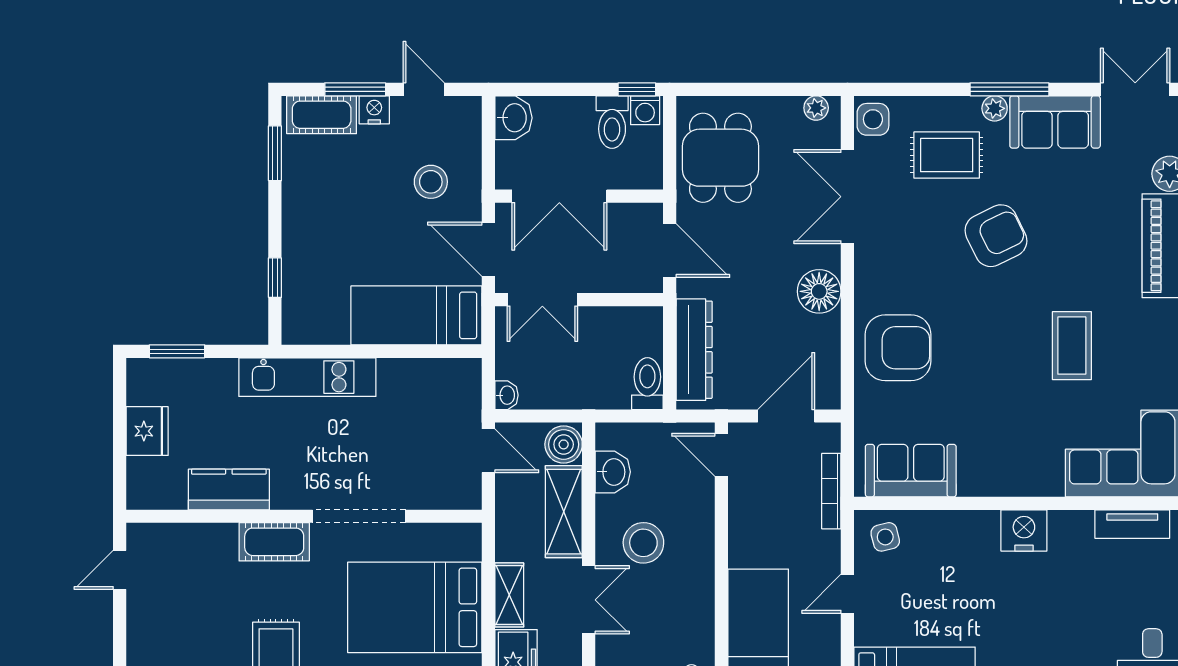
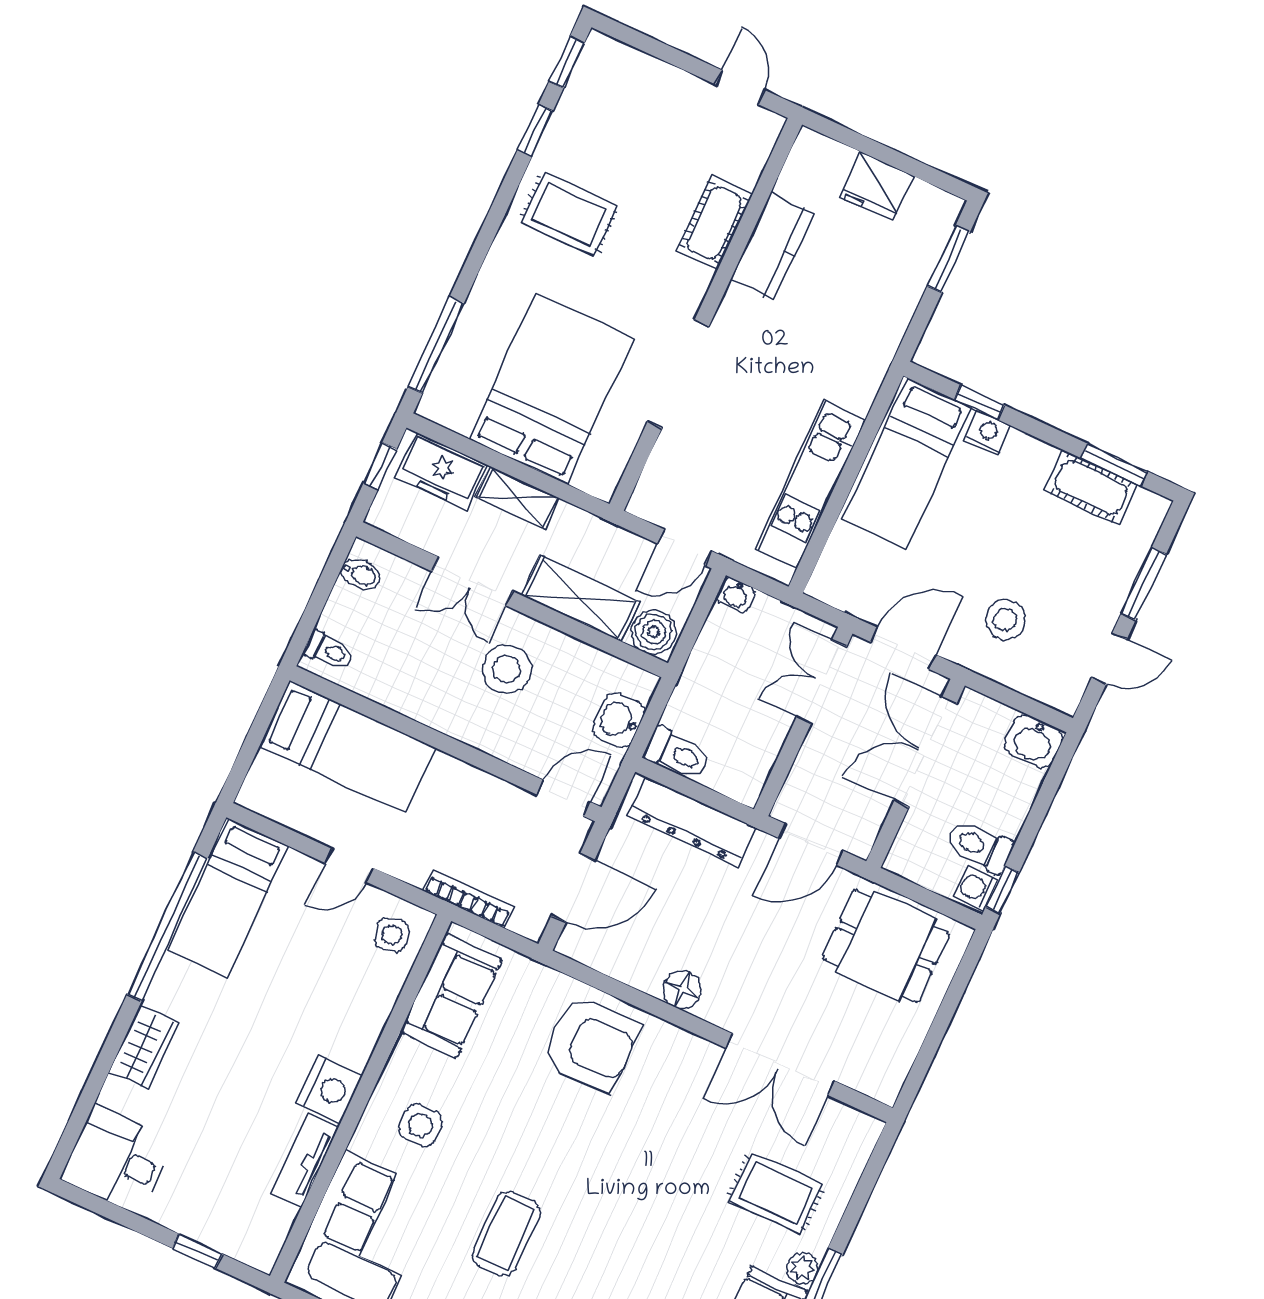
plant: (816, 108) -> (892, 1075), removed
nightstand: (374, 110) -> (988, 433), moved, turned -90
cot: (322, 115) -> (1091, 487), moved, turned 90
side table: (873, 119) -> (421, 1125), moved
rug: (947, 155) -> (776, 1193), turned 90
double door: (847, 197) -> (780, 1065), swing flipped
armchair: (996, 236) -> (663, 1206), removed
floor lamp: (819, 291) -> (682, 990), width x0.73, depth x0.73
bed: (416, 315) -> (907, 464), moved, turned 180
coffee table: (1072, 346) -> (506, 1233), turned 90
armchair: (898, 348) -> (591, 1044), turned -90
kitchen unit: (307, 377) -> (811, 484), moved
door: (786, 416) -> (573, 888), hinge flipped
washbasin: (613, 472) -> (619, 720), moved, turned 90
tv unit: (1132, 524) -> (305, 1160), moved
cot: (274, 542) -> (714, 223), moved
door: (847, 594) -> (349, 865), swing flipped

